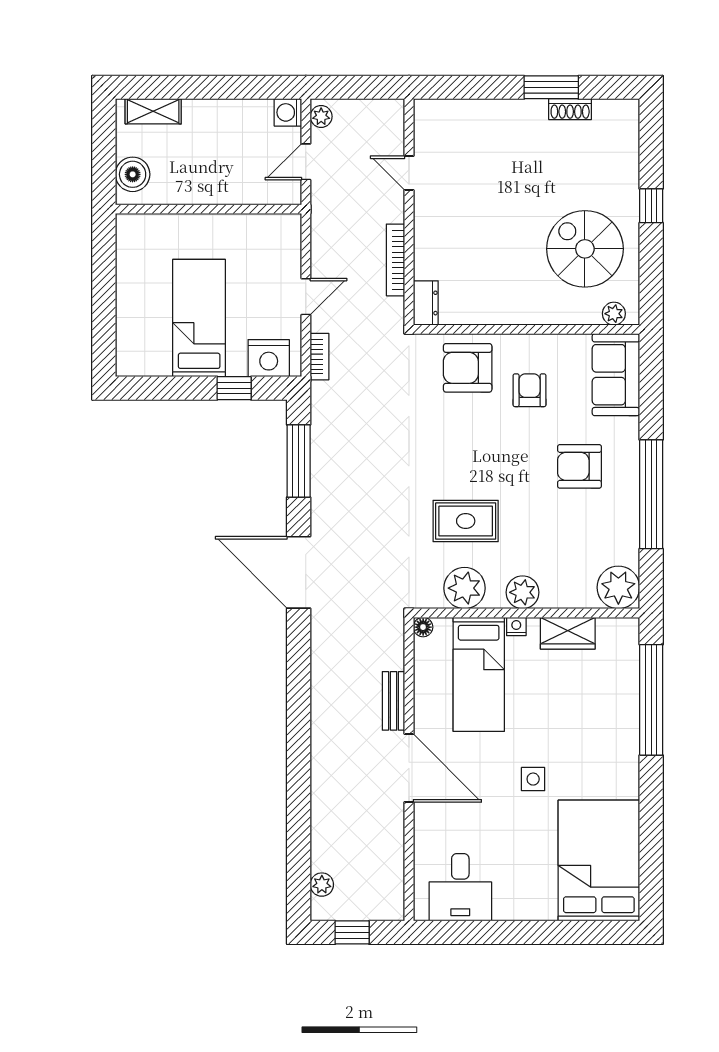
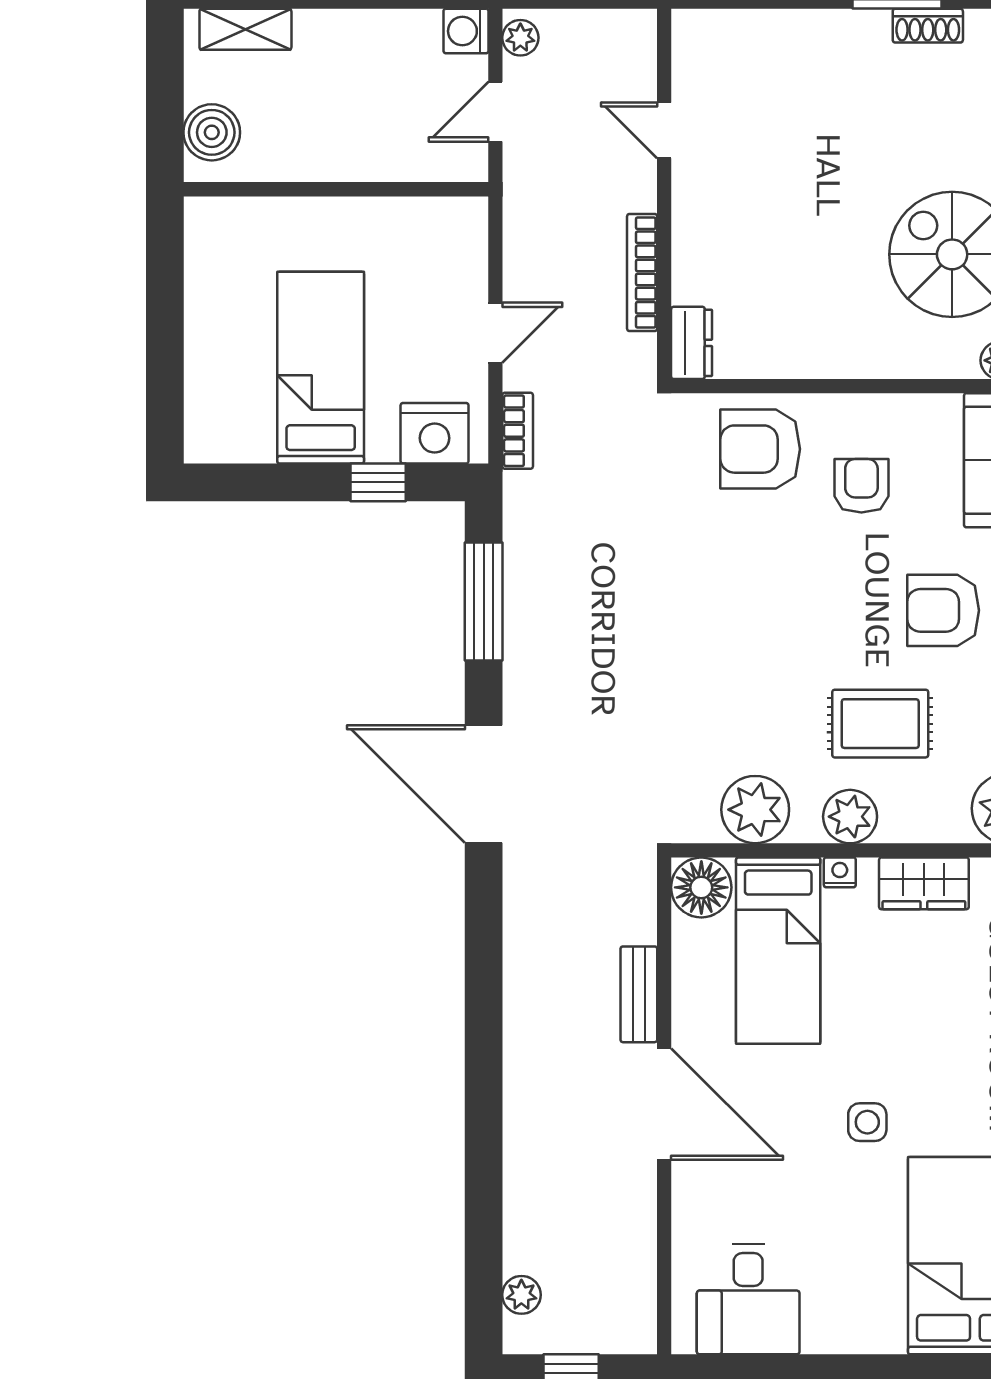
rug: (466, 521) -> (880, 724), moved
floor lamp: (423, 627) -> (701, 887), width x1.89, depth x1.89

